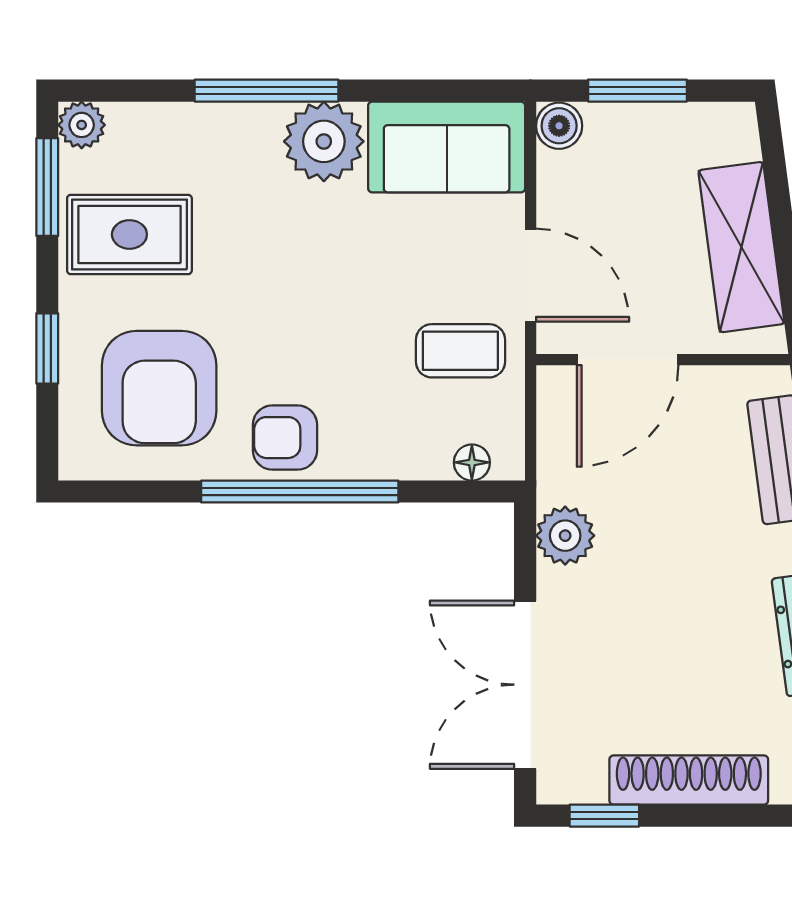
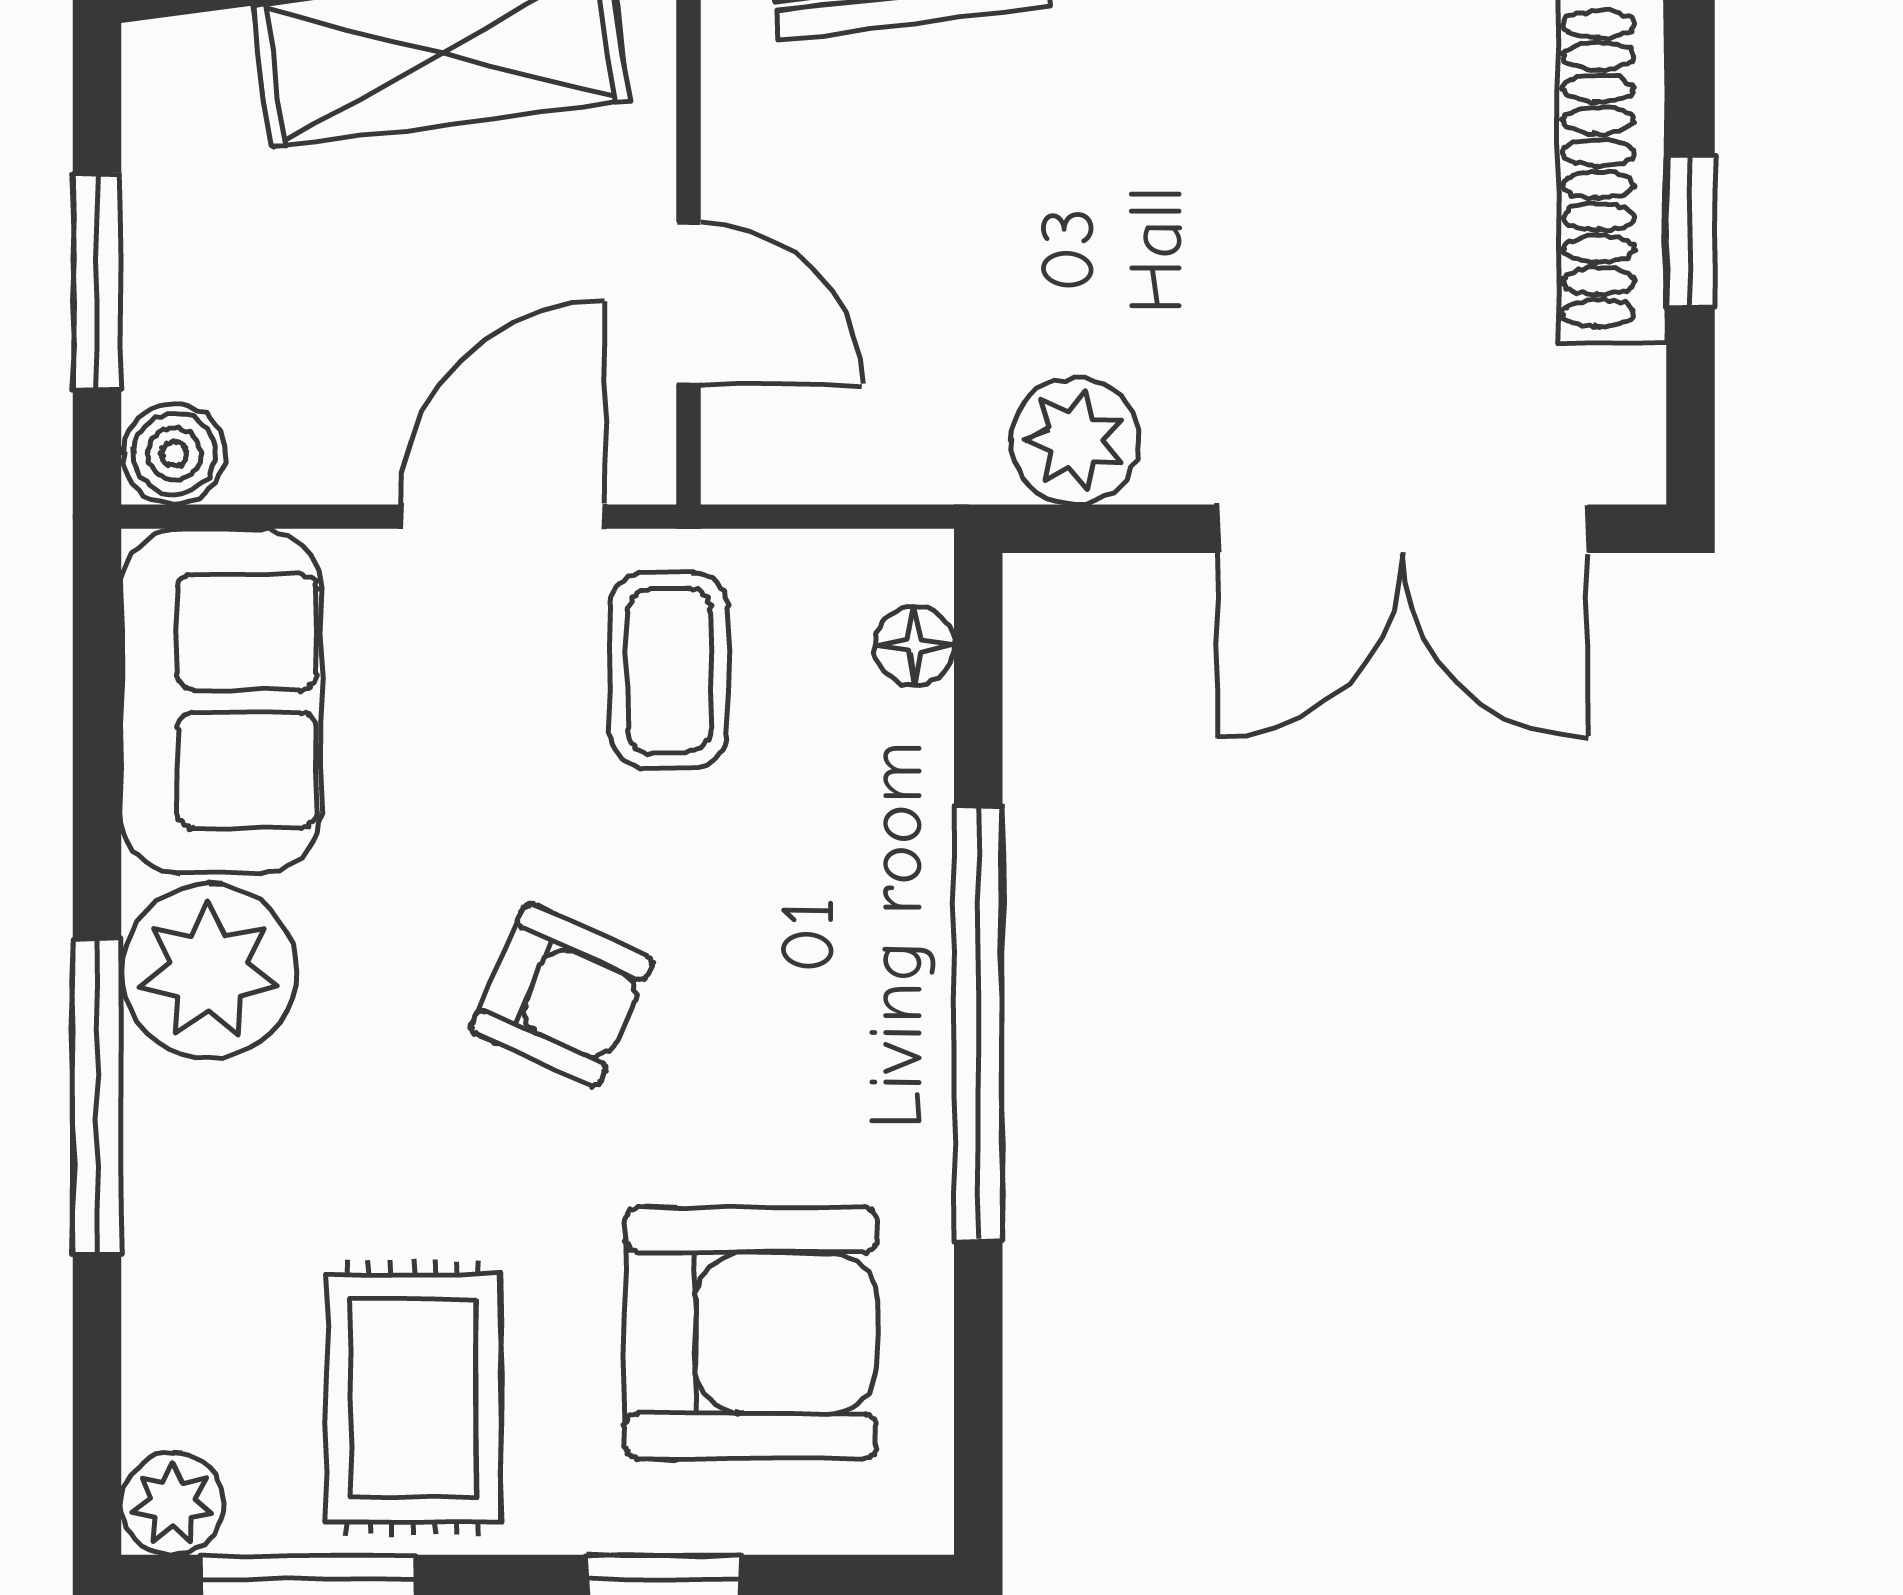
door: (628, 360) -> (688, 303), width x0.73
armchair: (285, 438) -> (562, 995), moved, turned -66
window: (604, 816) -> (1690, 231), moved

